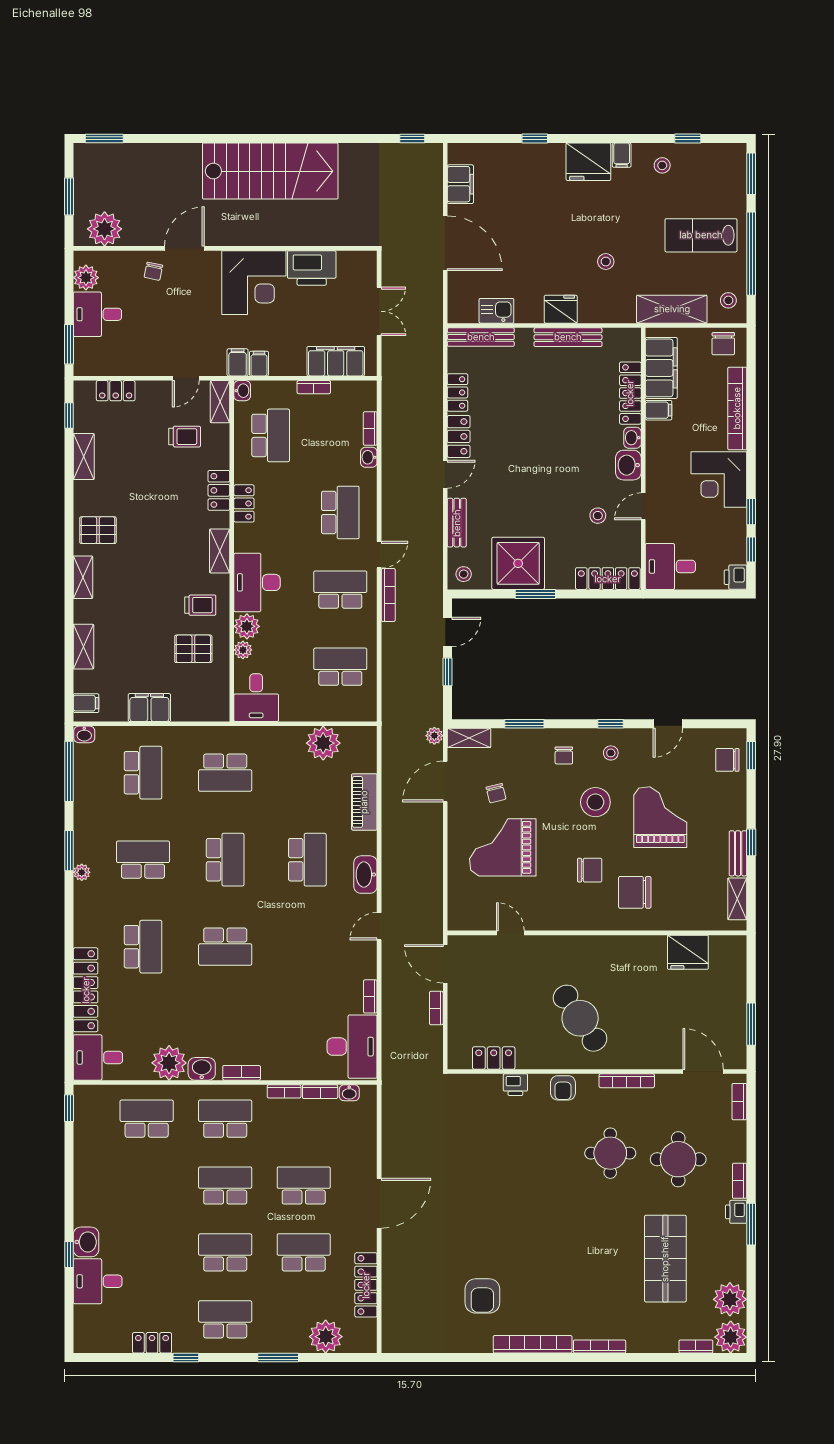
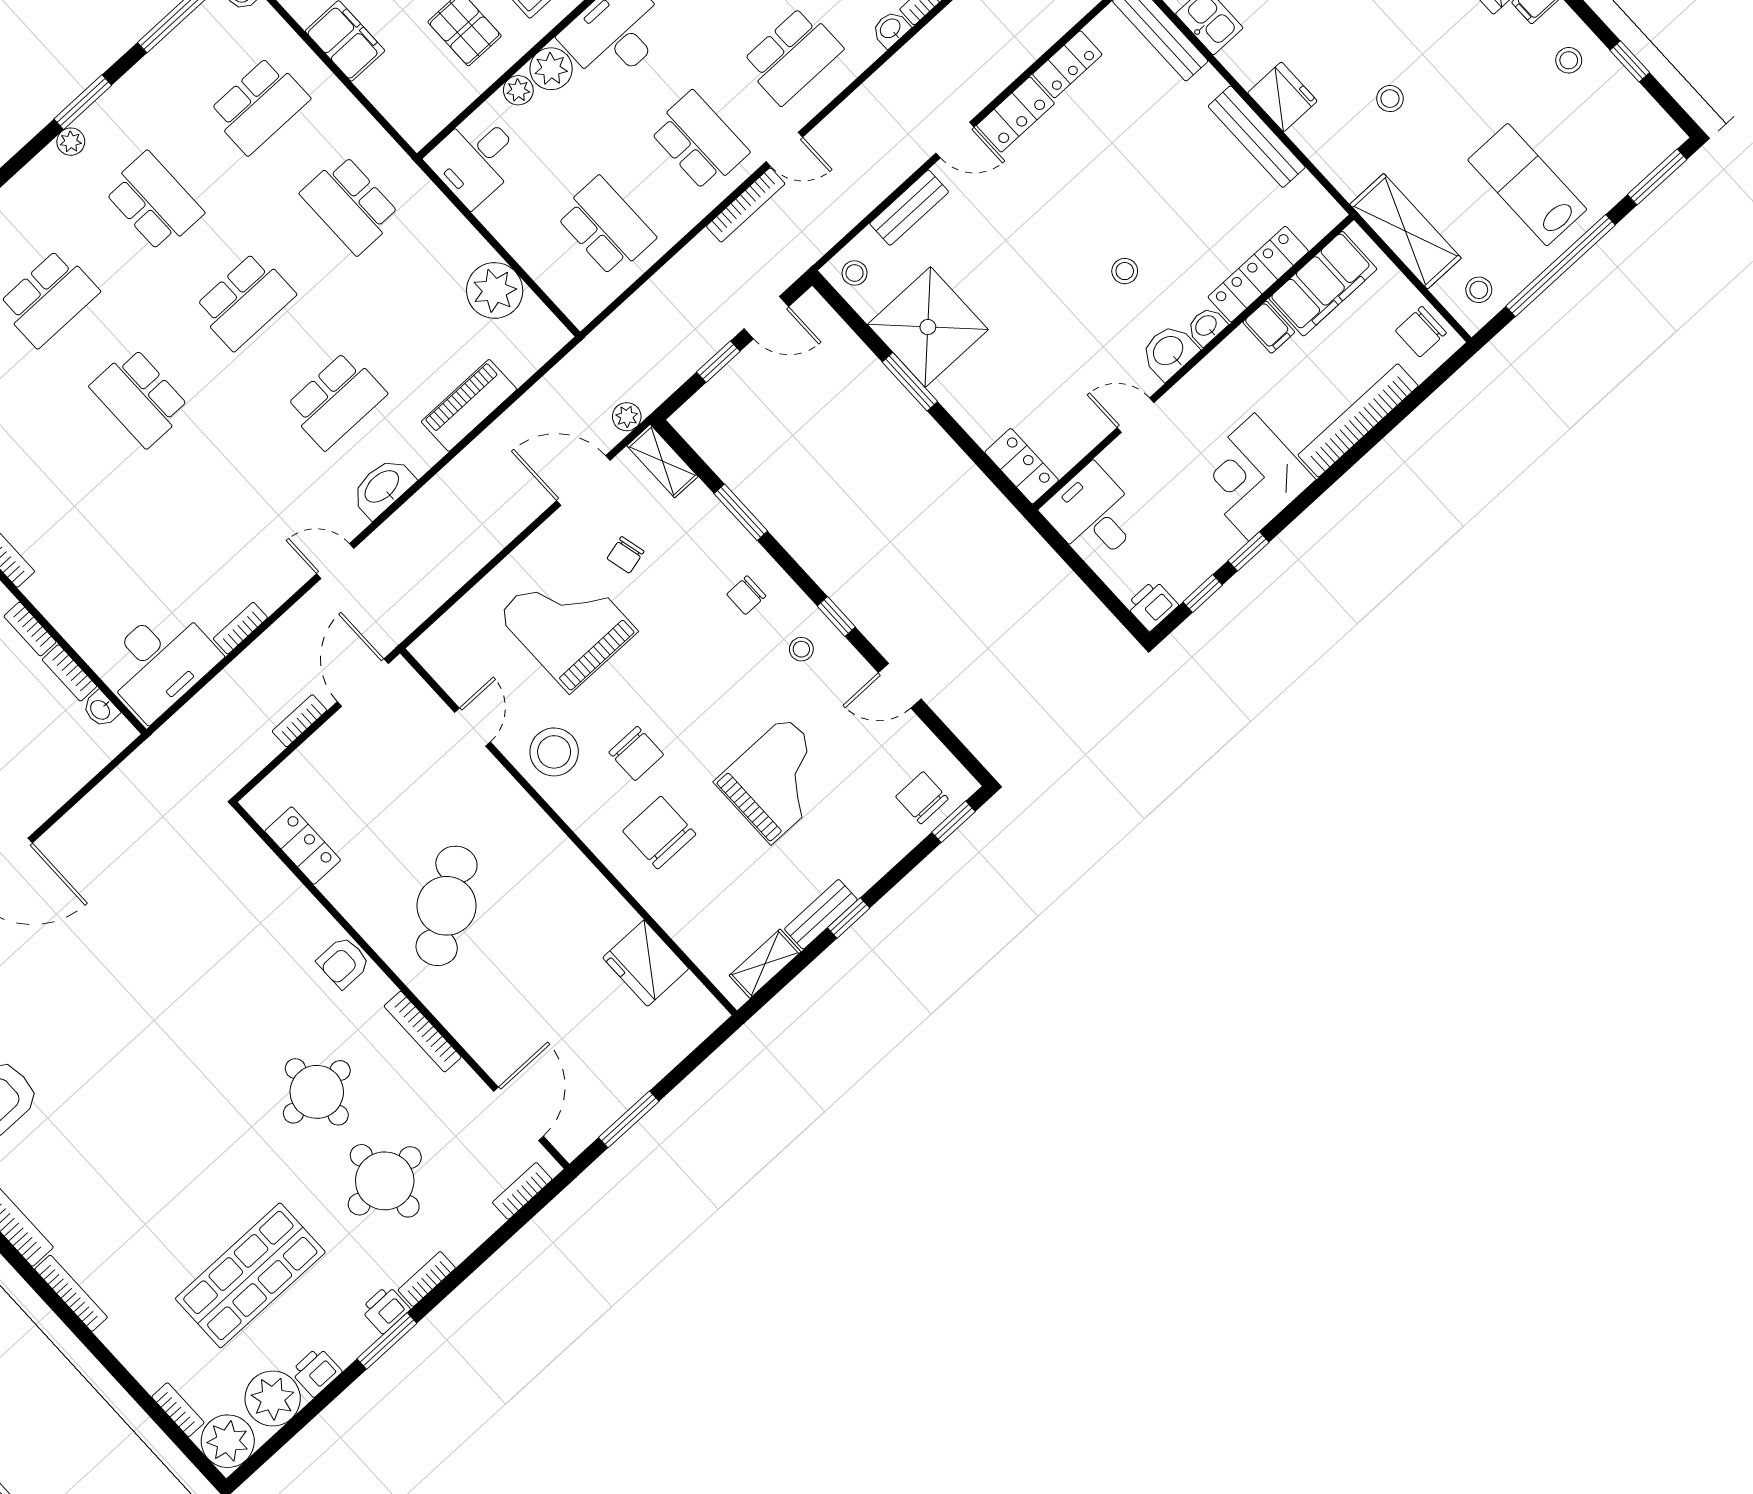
stool: (598, 516) -> (1125, 271), moved
locker: (608, 579) -> (1022, 466), width x0.66
stool: (595, 802) -> (554, 752), moved
printer: (515, 1085) -> (316, 1372), moved, turned 90

